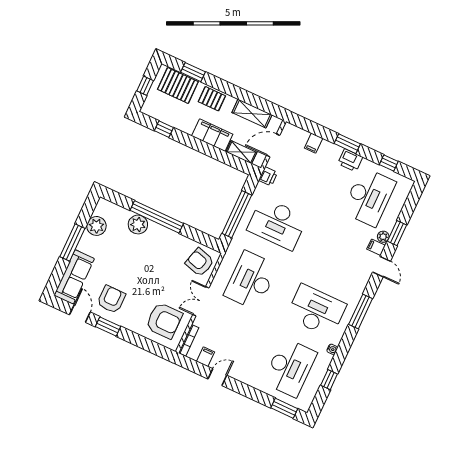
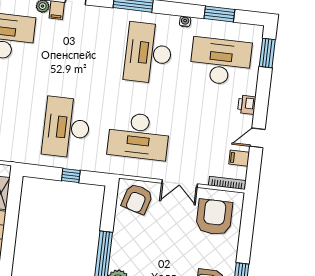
printer: (268, 176) -> (247, 105), moved, turned -90
window: (237, 214) -> (71, 175), width x0.32
desk: (277, 224) -> (66, 128), turned 180
door: (217, 377) -> (257, 138), hinge flipped
window: (329, 380) -> (219, 14), width x1.50

